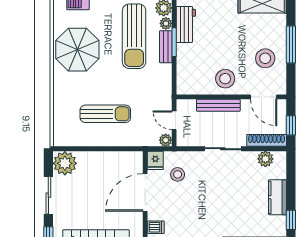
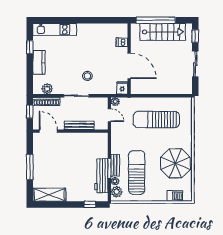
workbench: (186, 24) -> (101, 176), width x1.37
stool: (265, 58) -> (47, 157), removed
stool: (225, 79) -> (75, 144), removed
sun lounger: (105, 114) -> (156, 120), width x1.36, depth x1.34
plant: (65, 163) -> (184, 86), removed
stool: (178, 174) -> (87, 76), moved
door: (145, 192) -> (129, 66), hinge flipped

